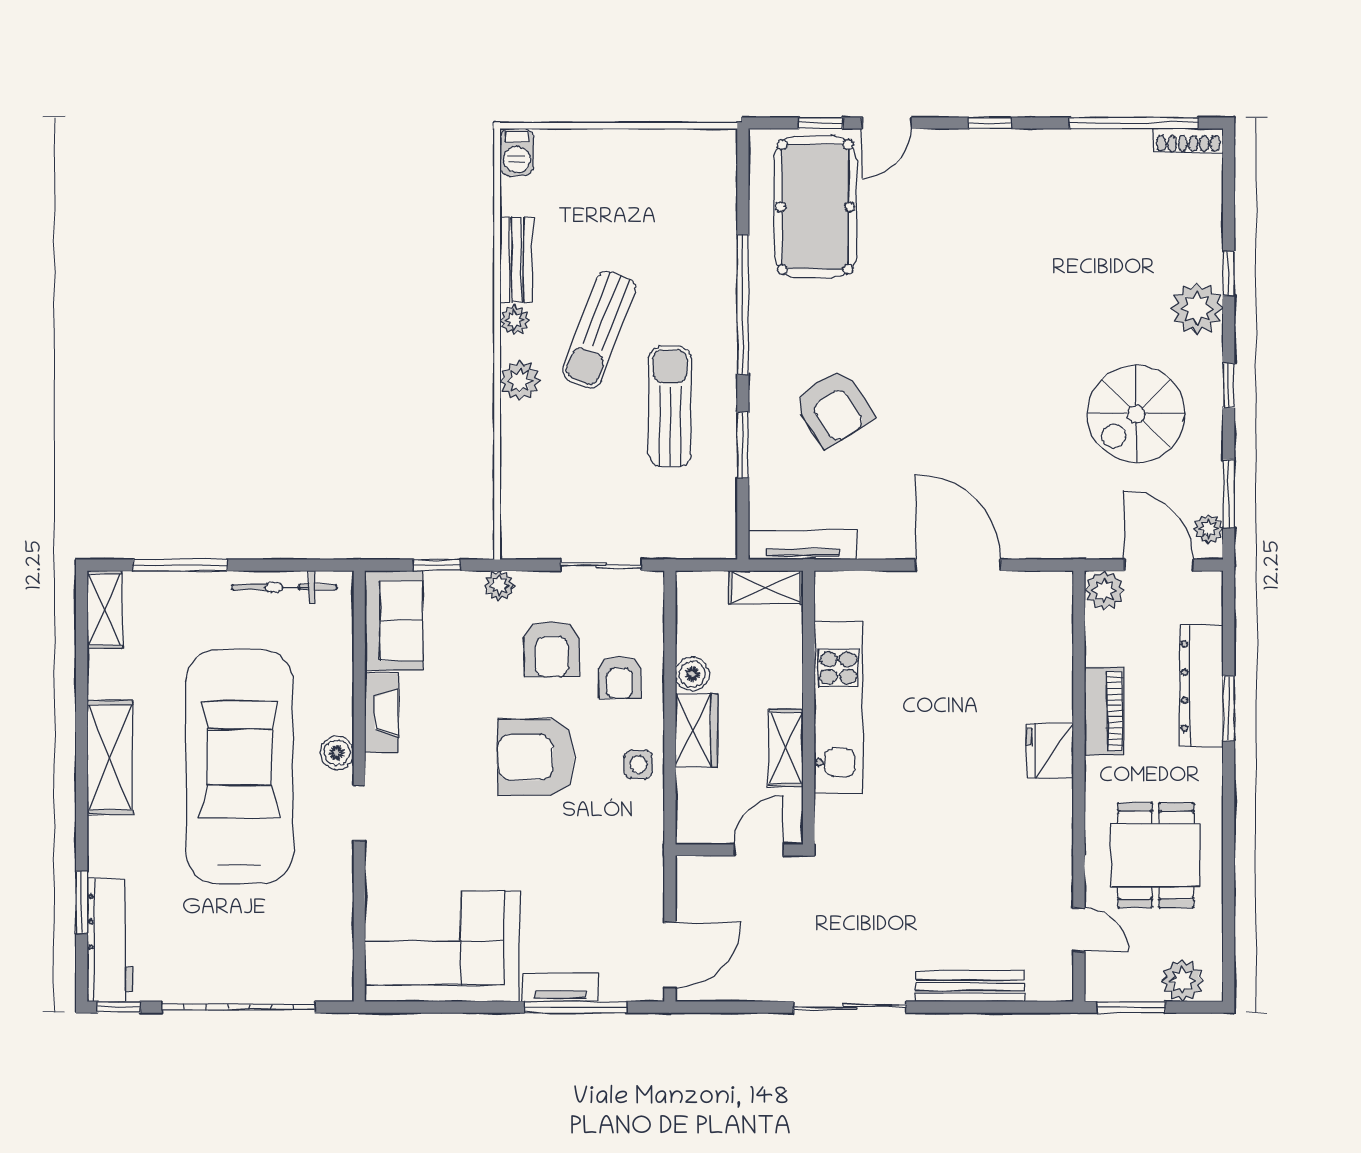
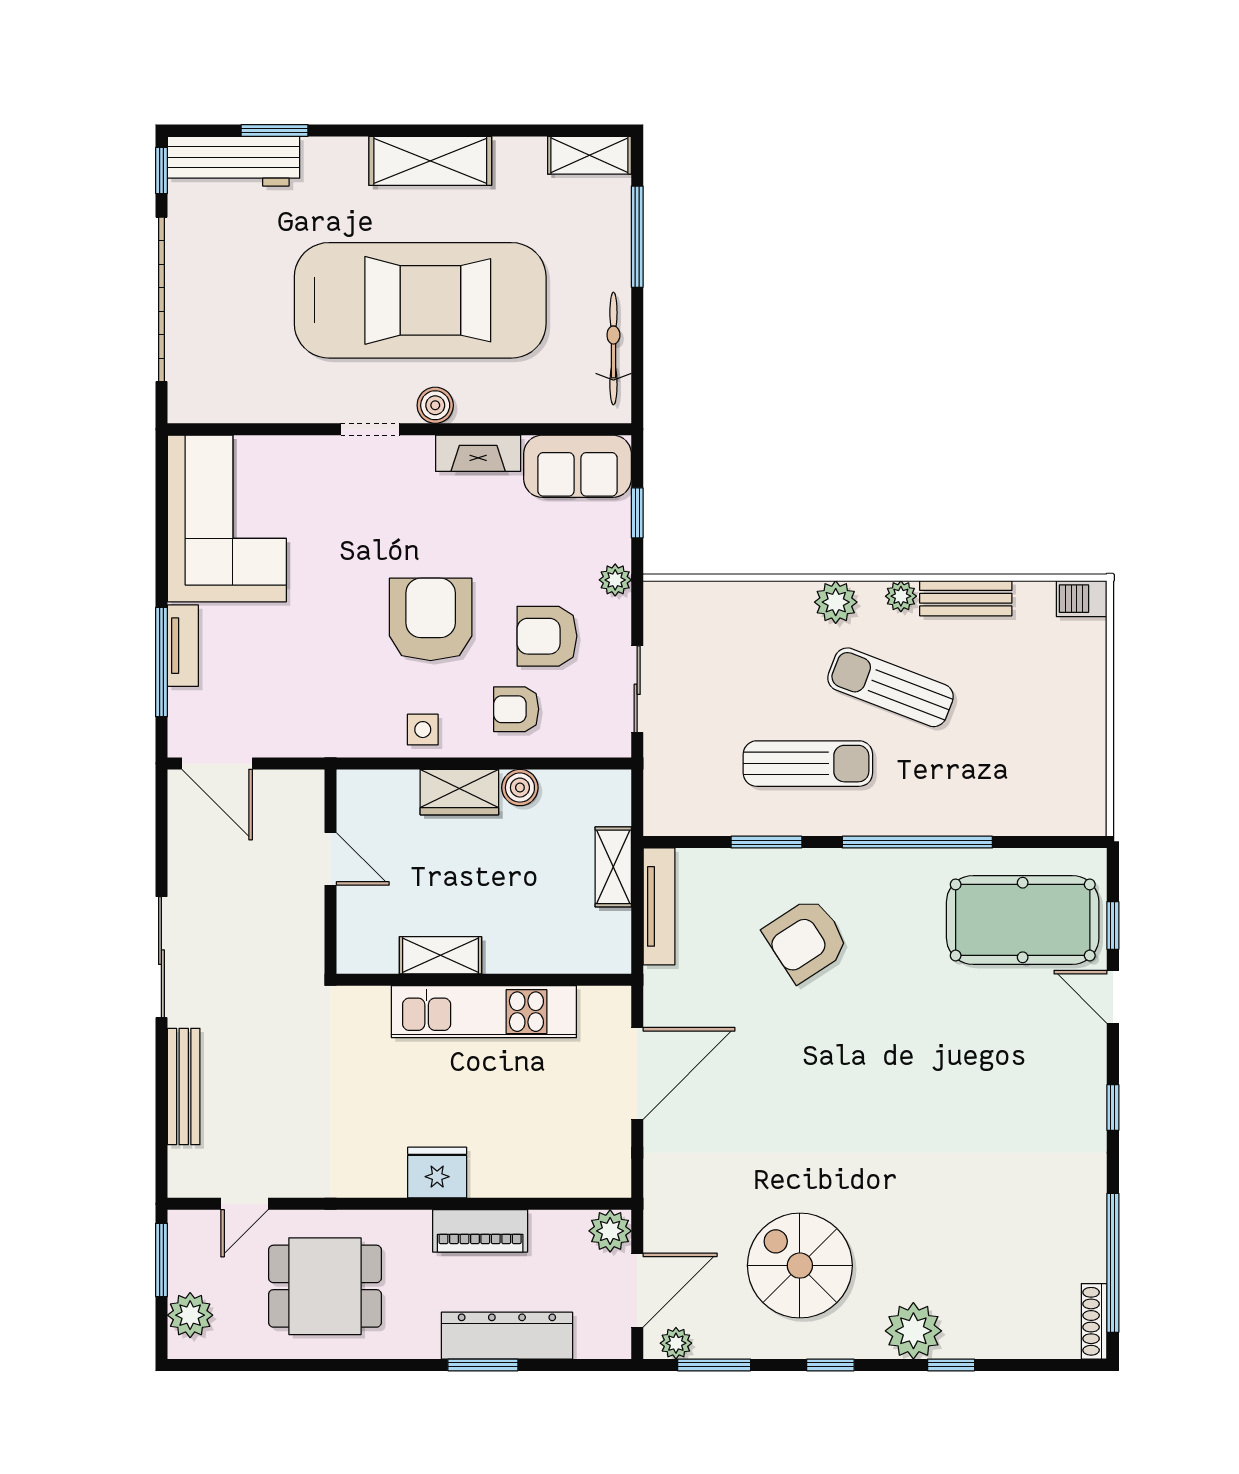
kitchen unit: (838, 707) -> (484, 1012), moved
wall: (809, 708) -> (484, 980), moved
shelving: (786, 748) -> (440, 955), moved

